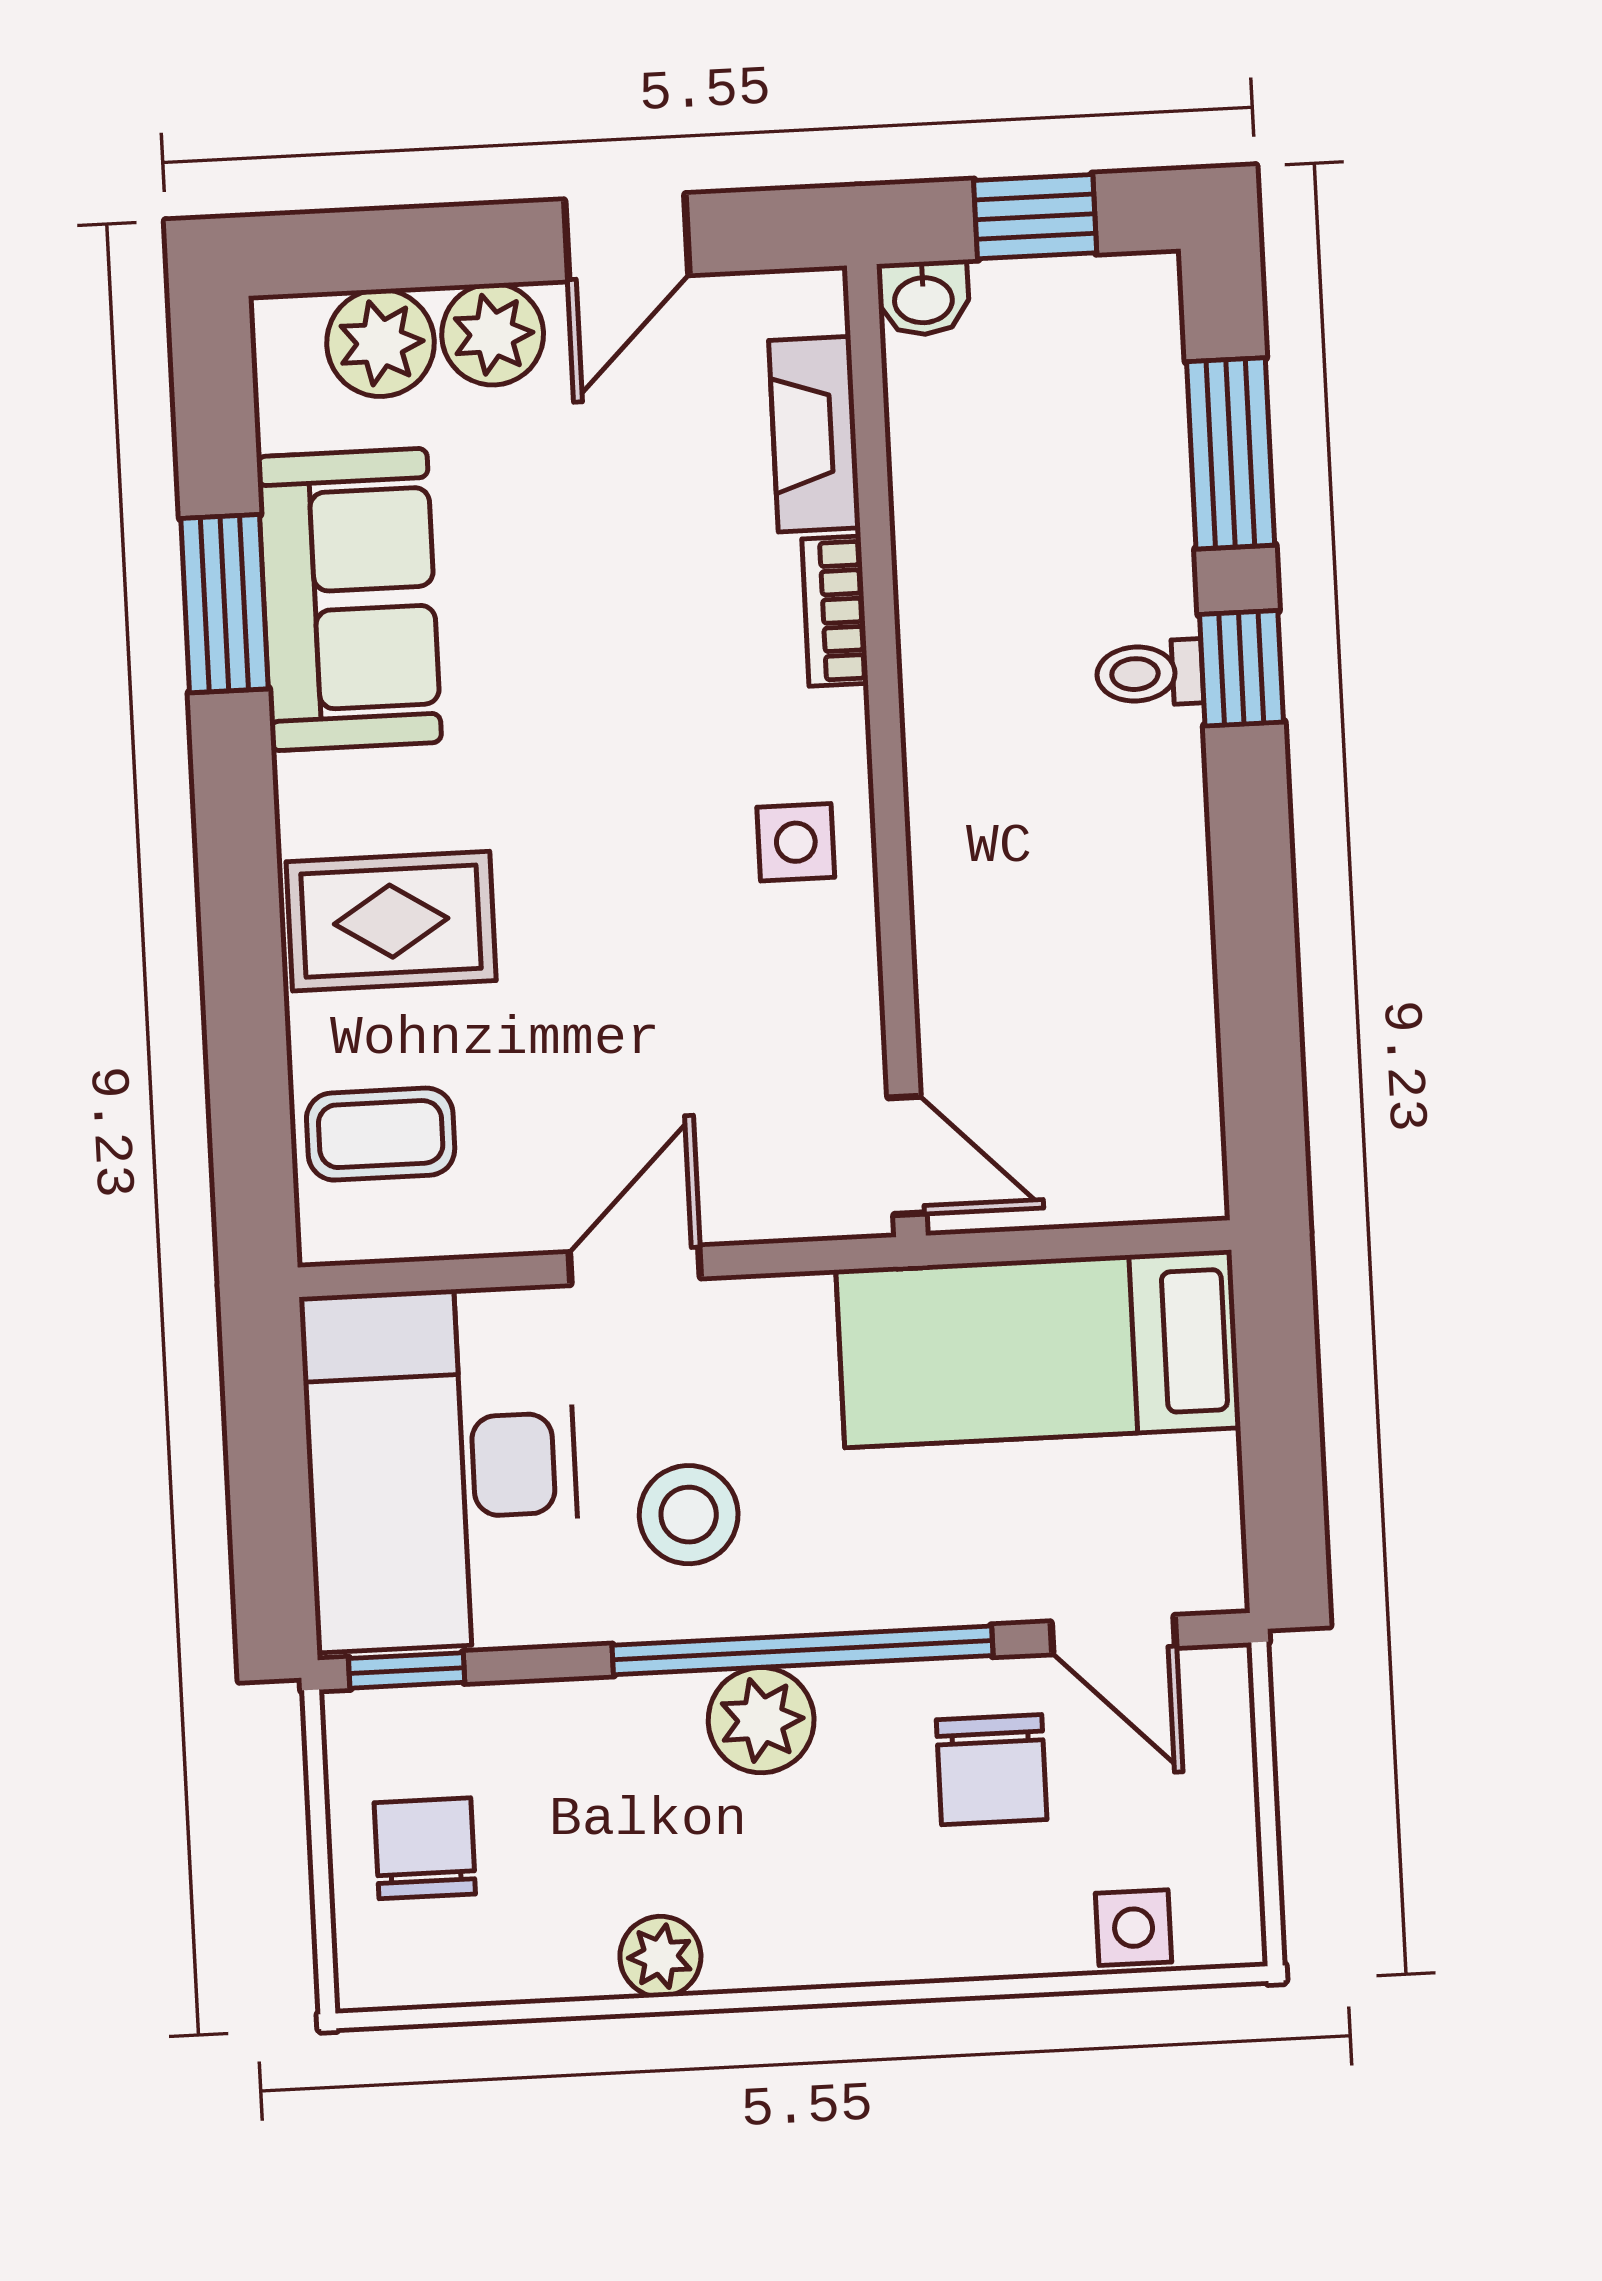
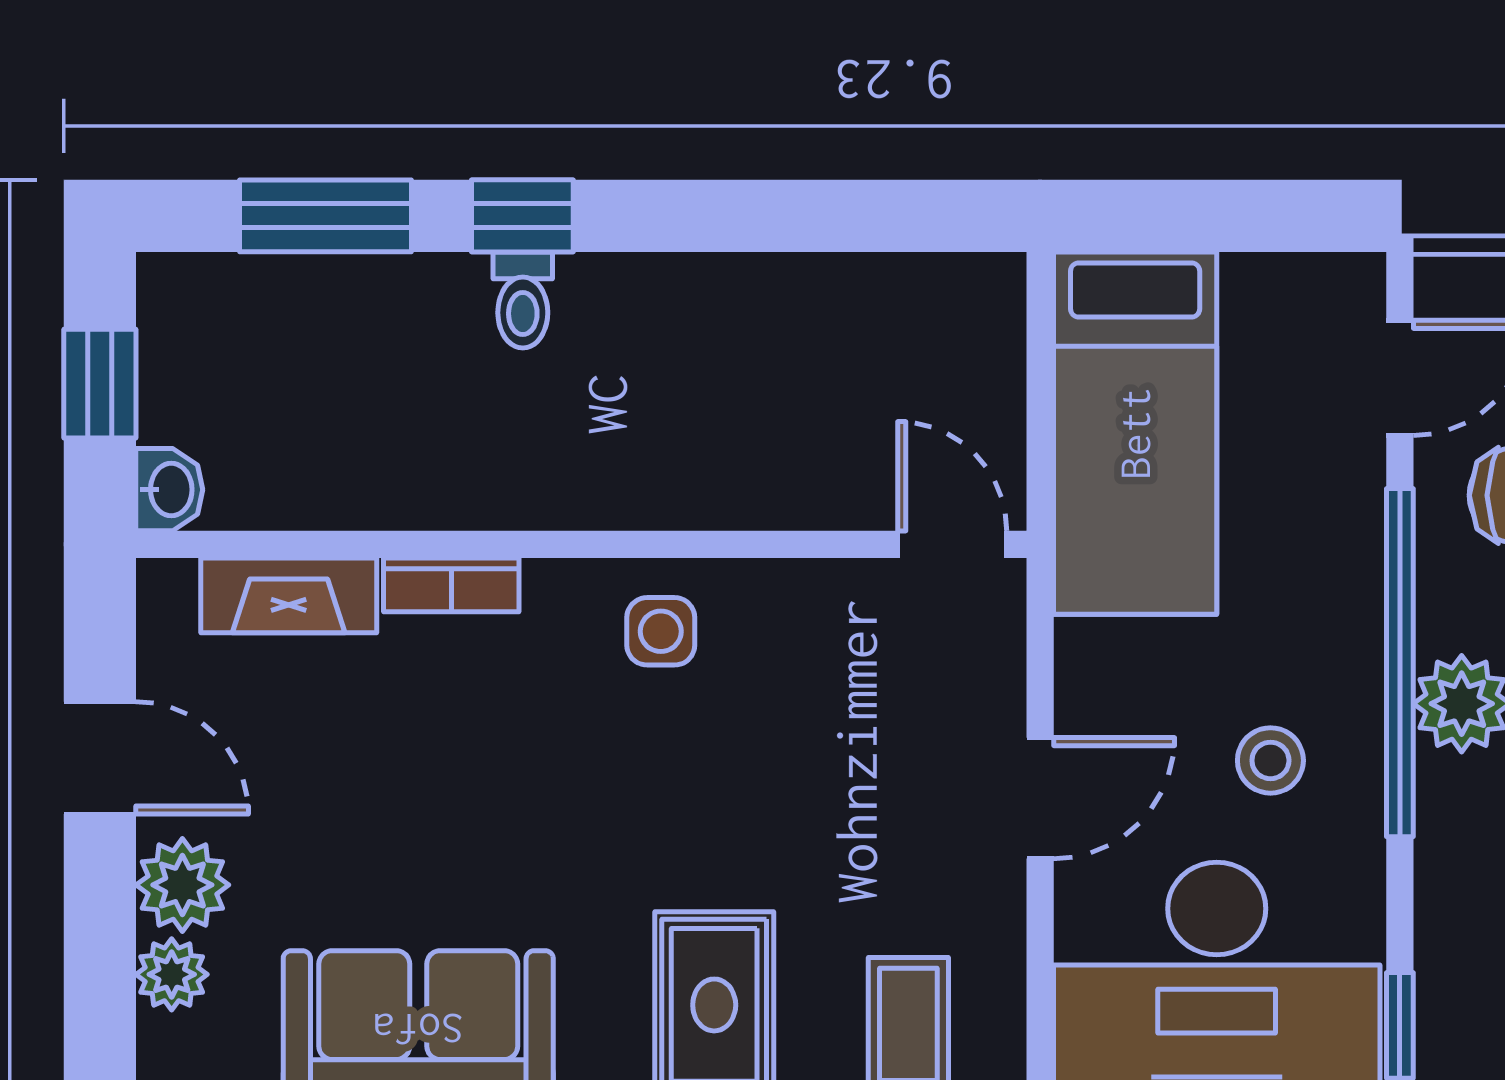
plant: (380, 343) -> (172, 974), width x0.73, depth x0.73
door: (907, 1155) -> (952, 544), hinge flipped
door: (635, 1265) -> (1040, 798), swing flipped
stool: (689, 1515) -> (1270, 760), width x0.73, depth x0.73

